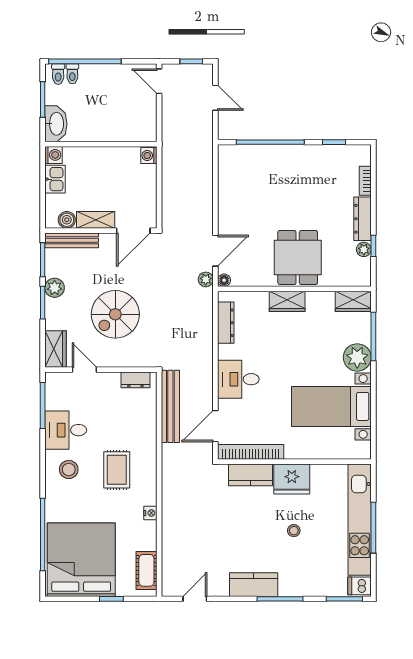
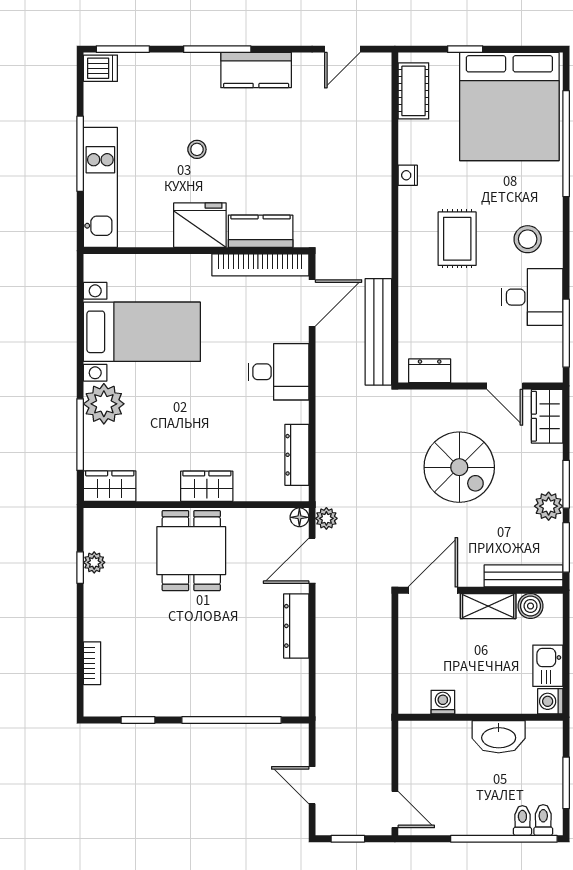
washbasin: (56, 124) -> (499, 737), moved, turned -90
washing machine: (149, 155) -> (443, 702), moved, turned -90
dresser: (363, 219) -> (296, 626), moved, turned 180
spiral stairs: (115, 314) -> (459, 467), turned 90
kitchen unit: (360, 520) -> (100, 187), width x0.73

